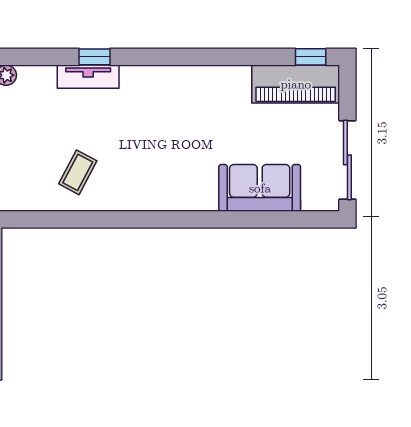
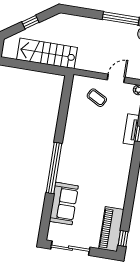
coffee table: (78, 172) -> (97, 98), moved
window: (191, 219) -> (54, 168), added

